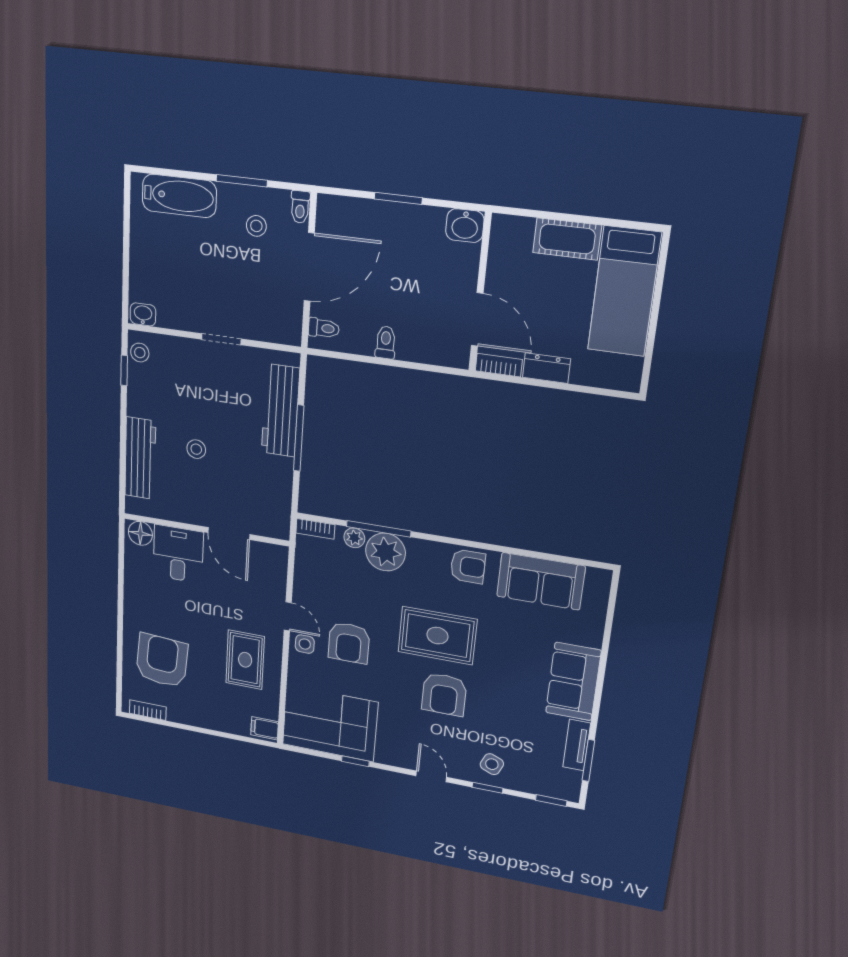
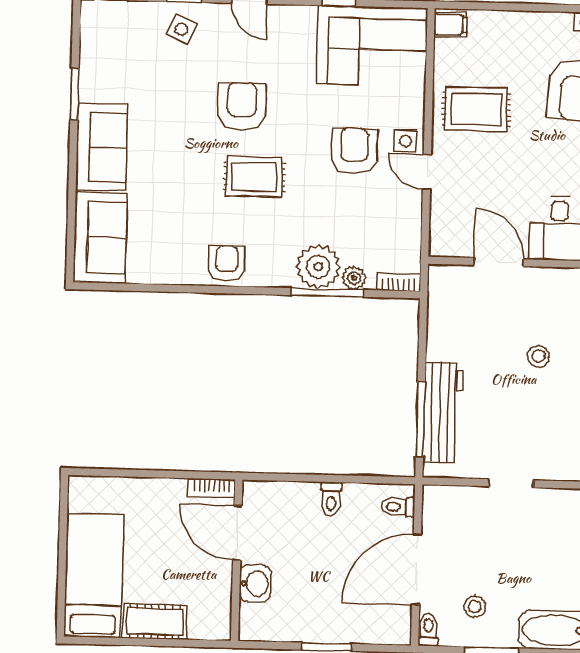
washbasin: (465, 226) -> (255, 583), moved, turned 90
dresser: (546, 368) -> (163, 491), removed
window: (299, 438) -> (420, 419), moved
armchair: (468, 566) -> (227, 263), turned 90
sofa: (541, 581) -> (100, 237), moved, turned 90
rug: (437, 636) -> (254, 177), width x0.73, depth x0.70
rug: (245, 660) -> (476, 109), turned 90
tv unit: (577, 745) -> (90, 71), removed
window: (588, 760) -> (75, 94), moved

